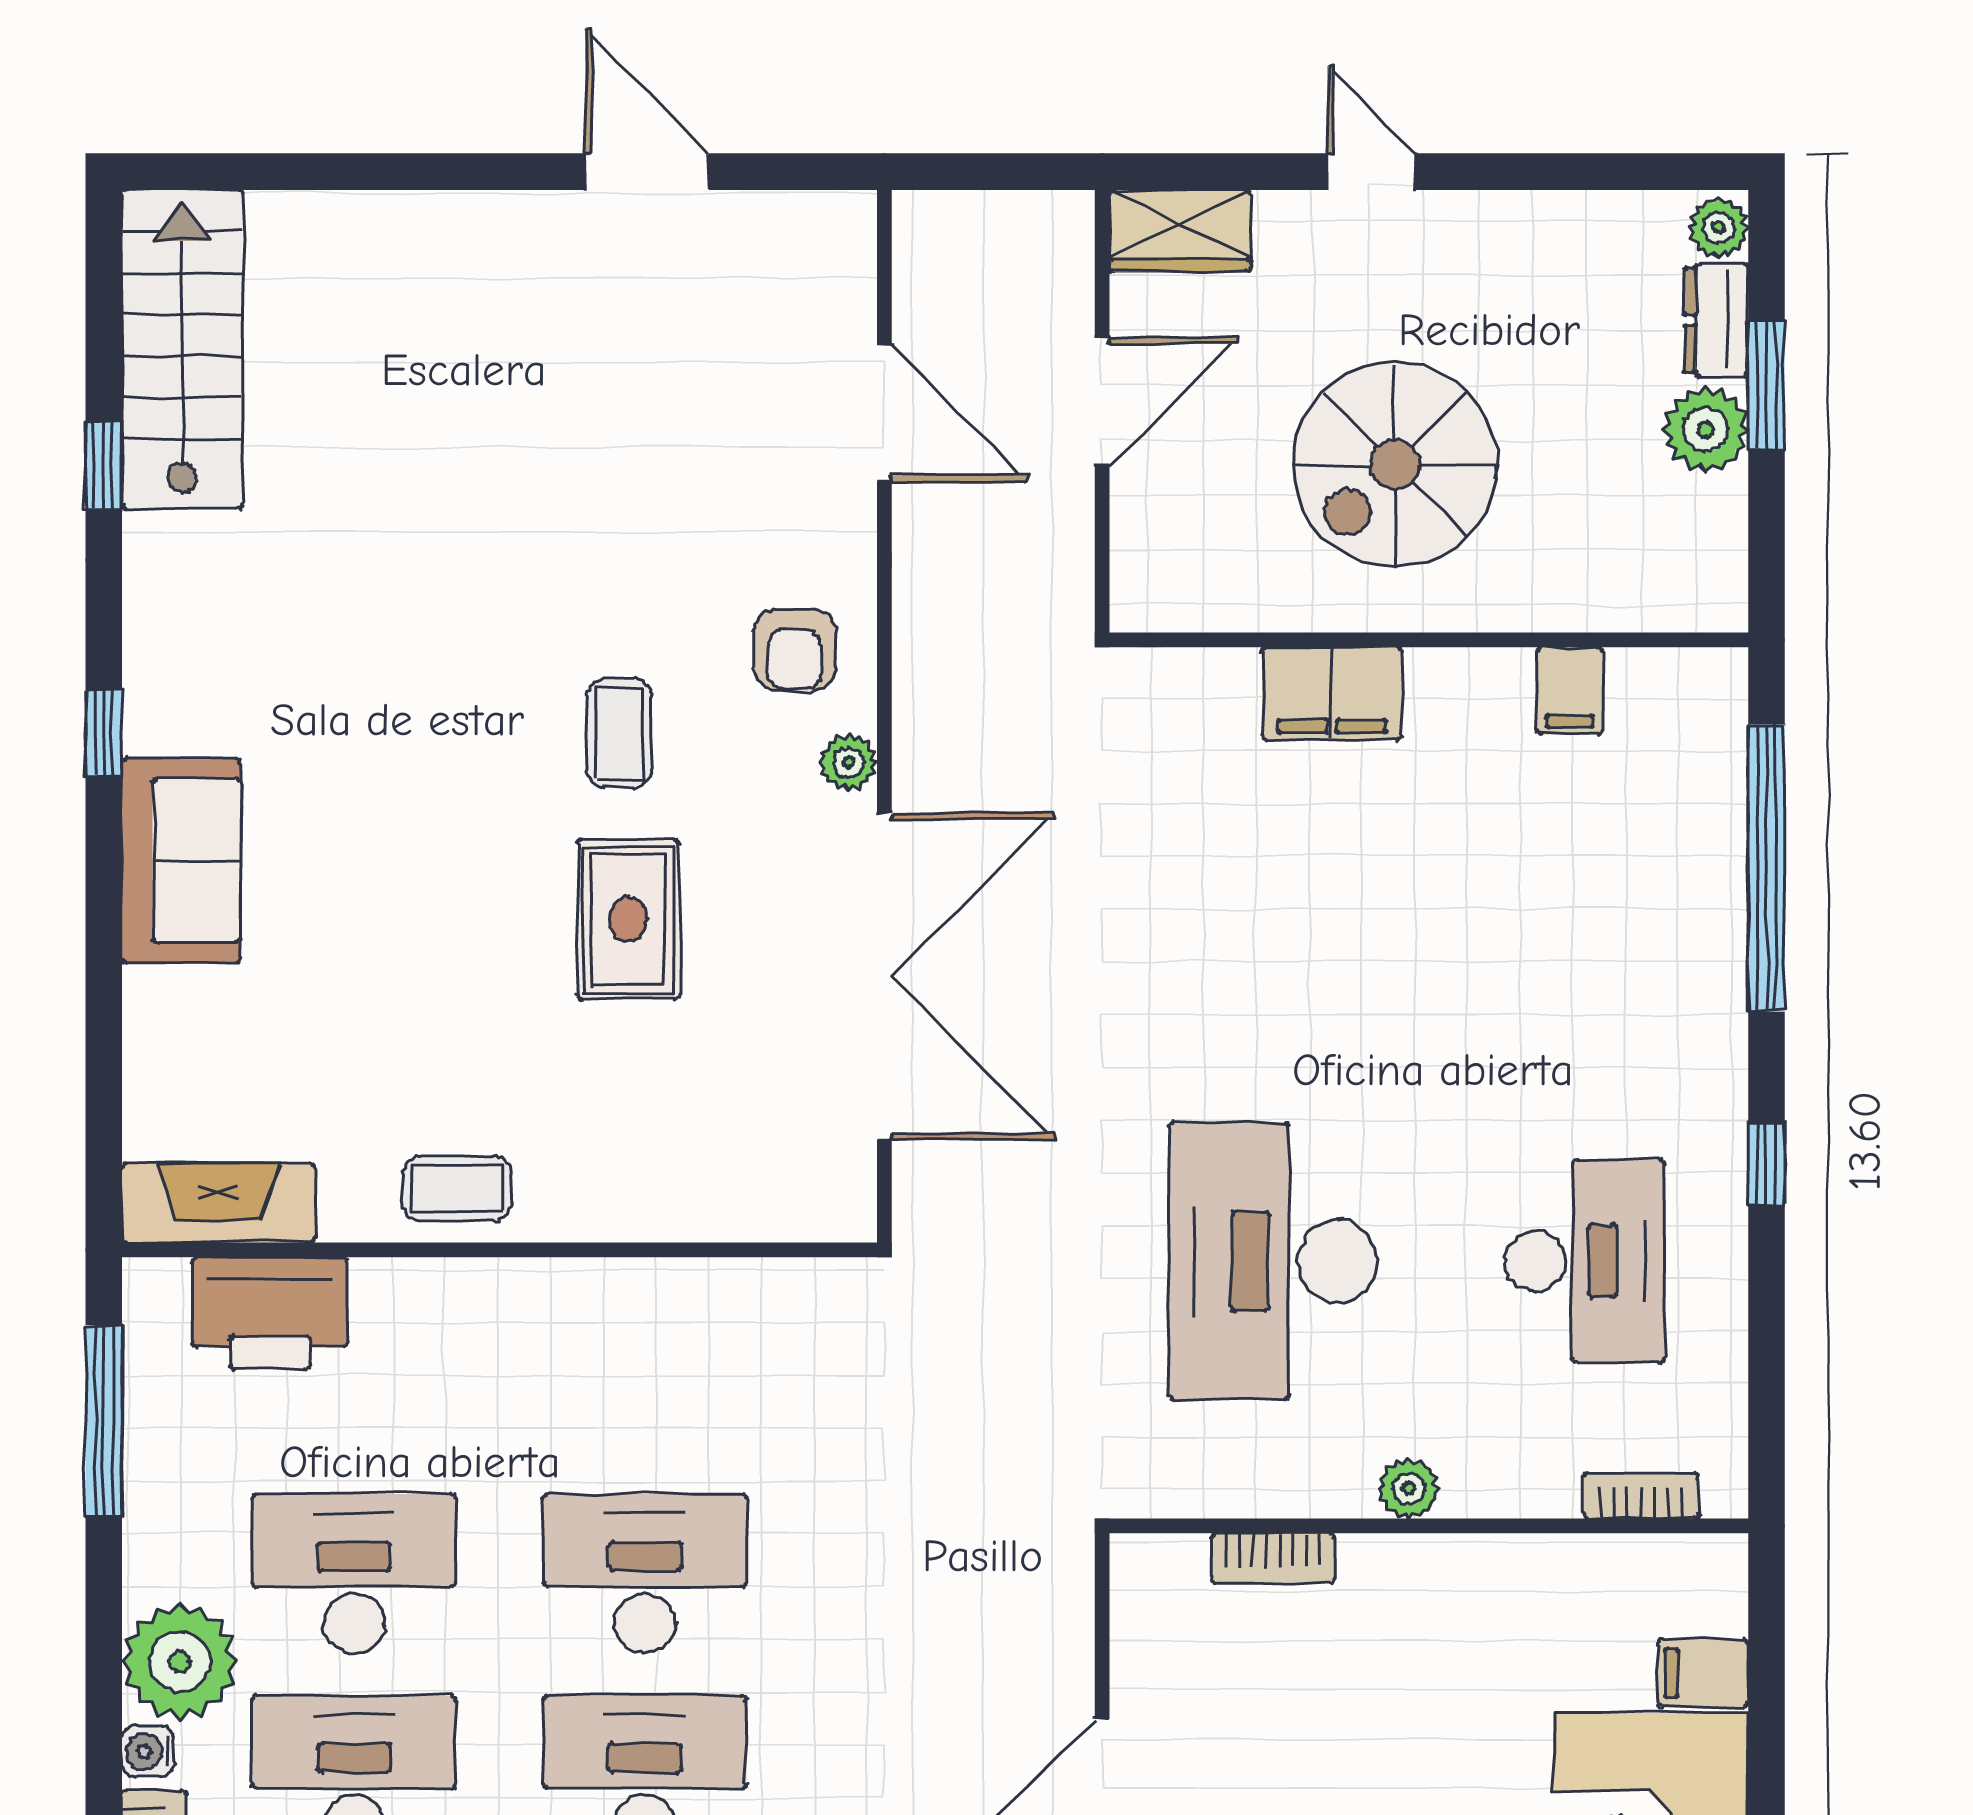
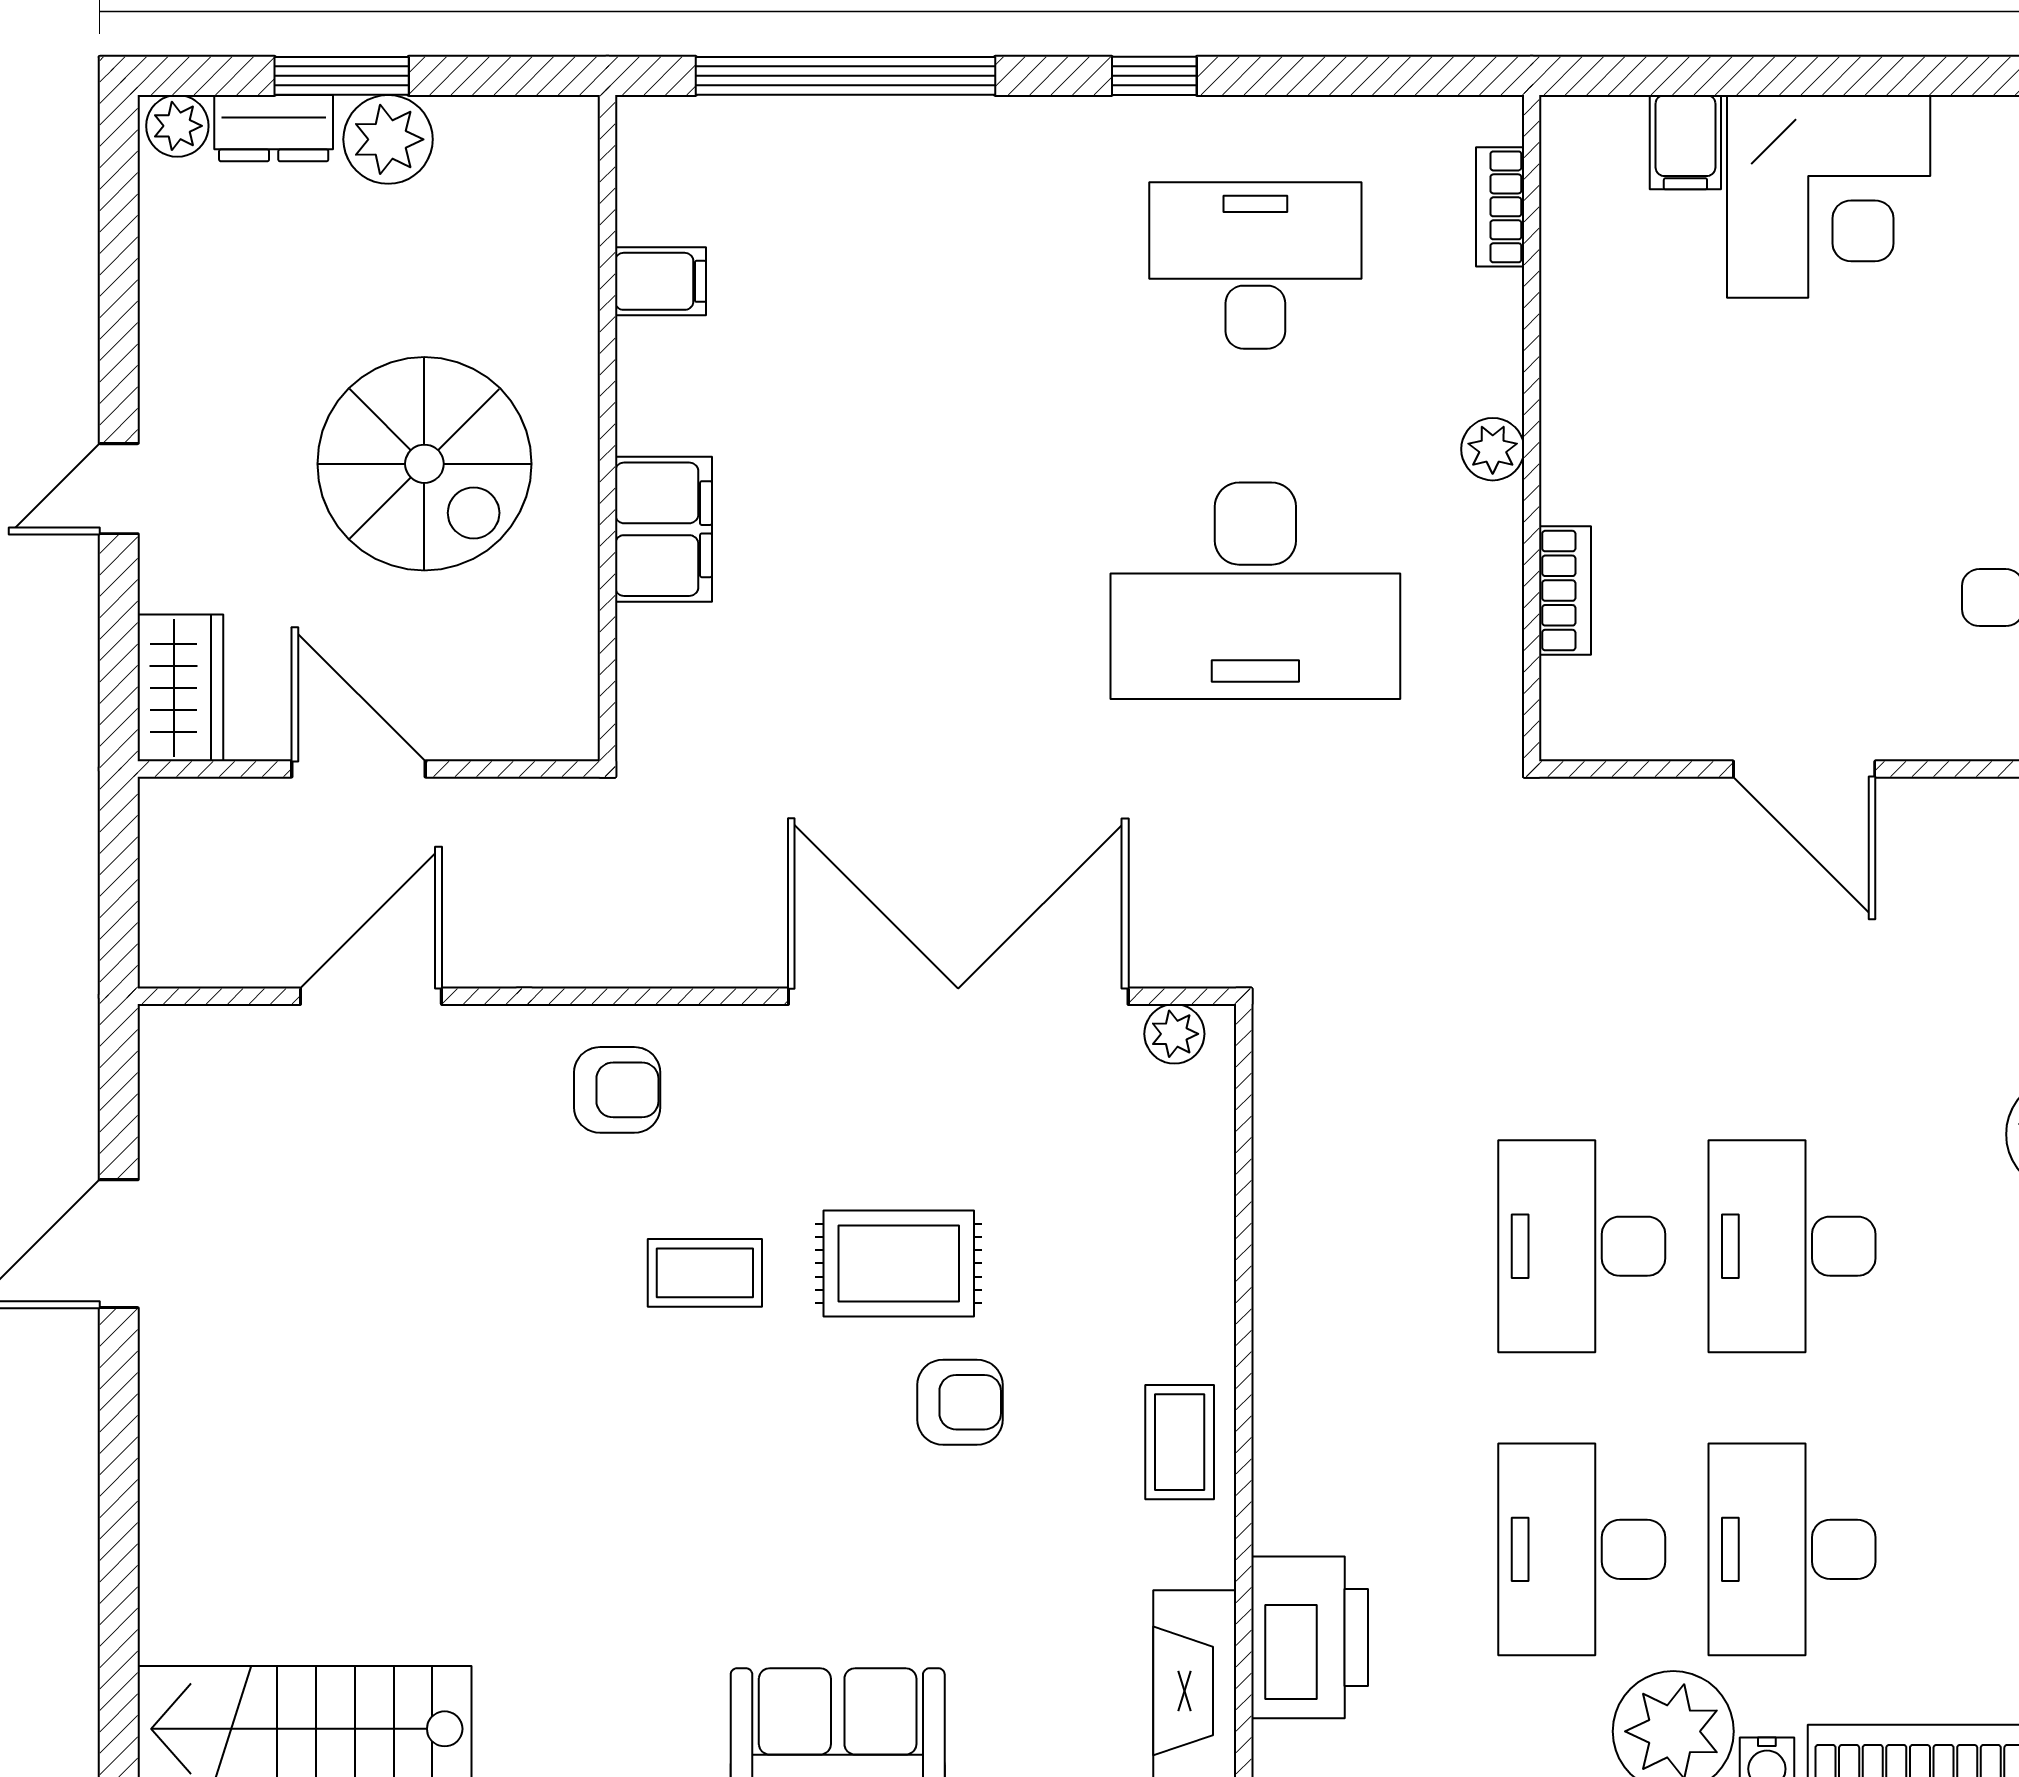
plant: (848, 762) -> (1174, 1034), moved
armchair: (495, 978) -> (960, 1402), added

